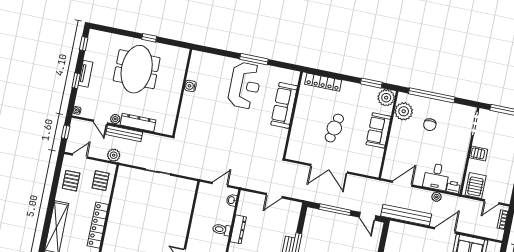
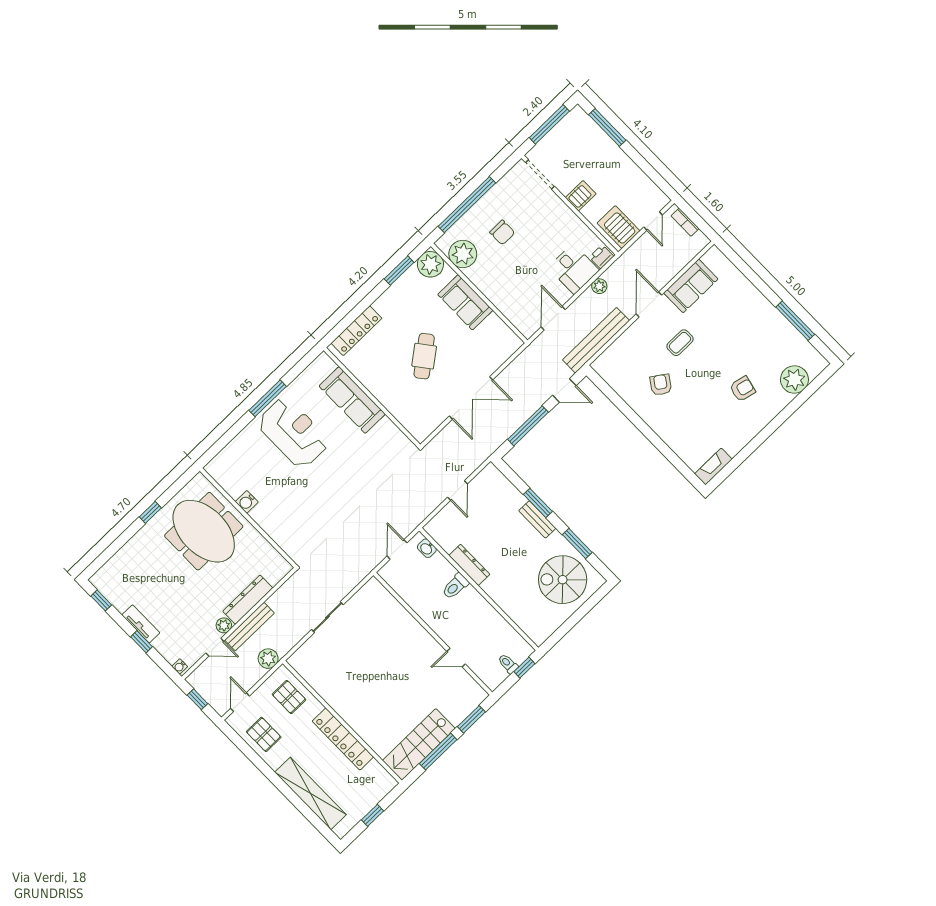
meeting table: (137, 69) -> (204, 531), moved
cafe table: (334, 128) -> (424, 356), turned 40

